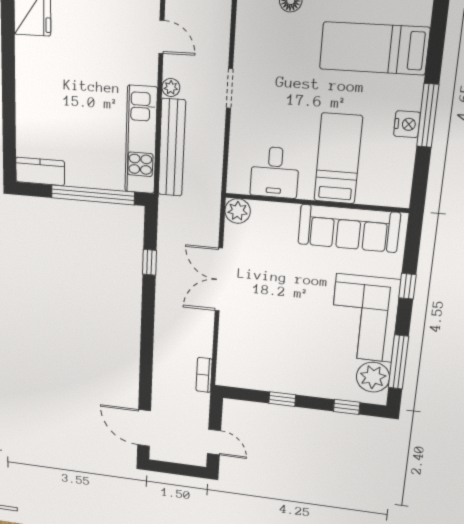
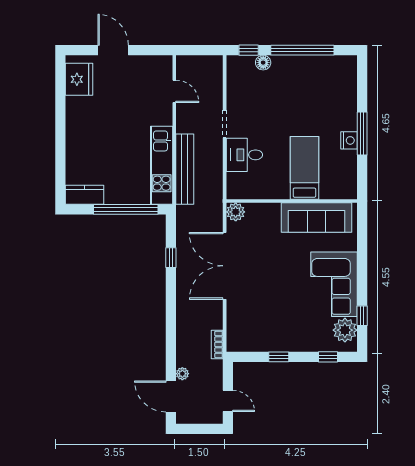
bed: (374, 48) -> (322, 91), removed
plant: (171, 88) -> (182, 374), moved
desk: (275, 172) -> (244, 155), moved, turned 90
double door: (219, 280) -> (225, 266), width x1.36
window: (407, 286) -> (362, 257), removed
window: (398, 362) -> (362, 316), width x0.46

